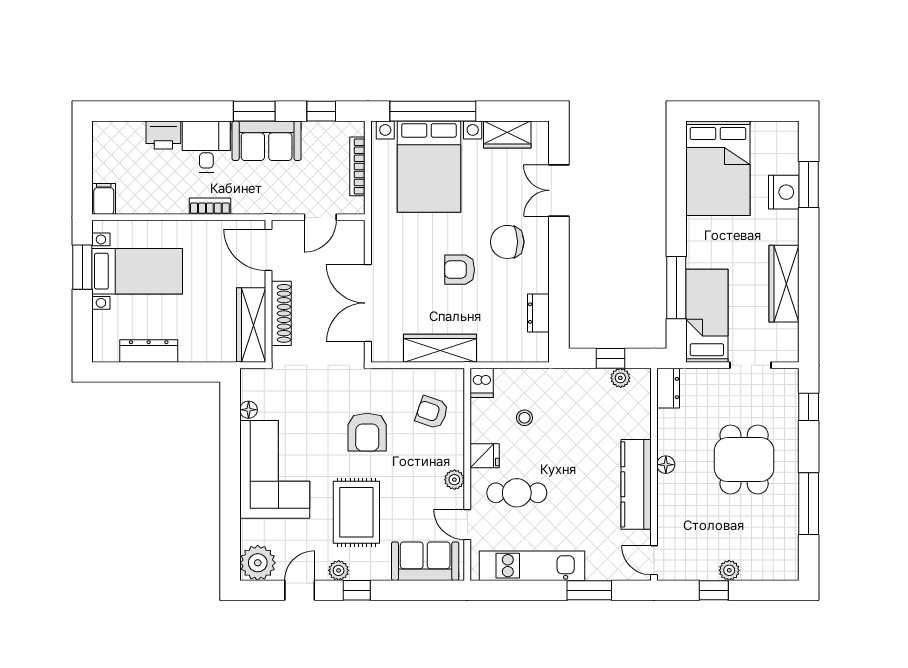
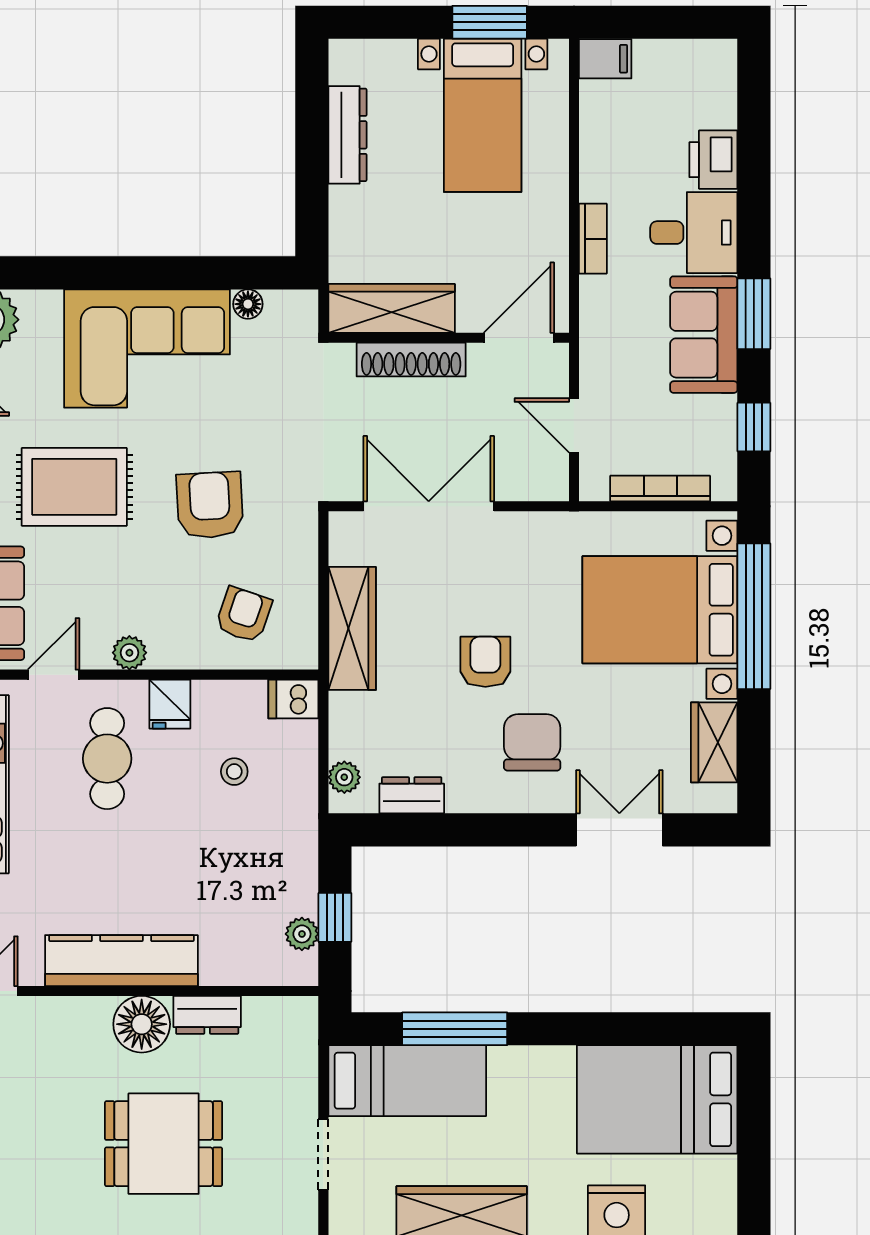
plant: (528, 353) -> (344, 777), added
dresser: (668, 388) -> (207, 1015), moved
armchair: (367, 432) -> (210, 505), turned 87
floor lamp: (666, 465) -> (142, 1024), width x1.89, depth x1.89

